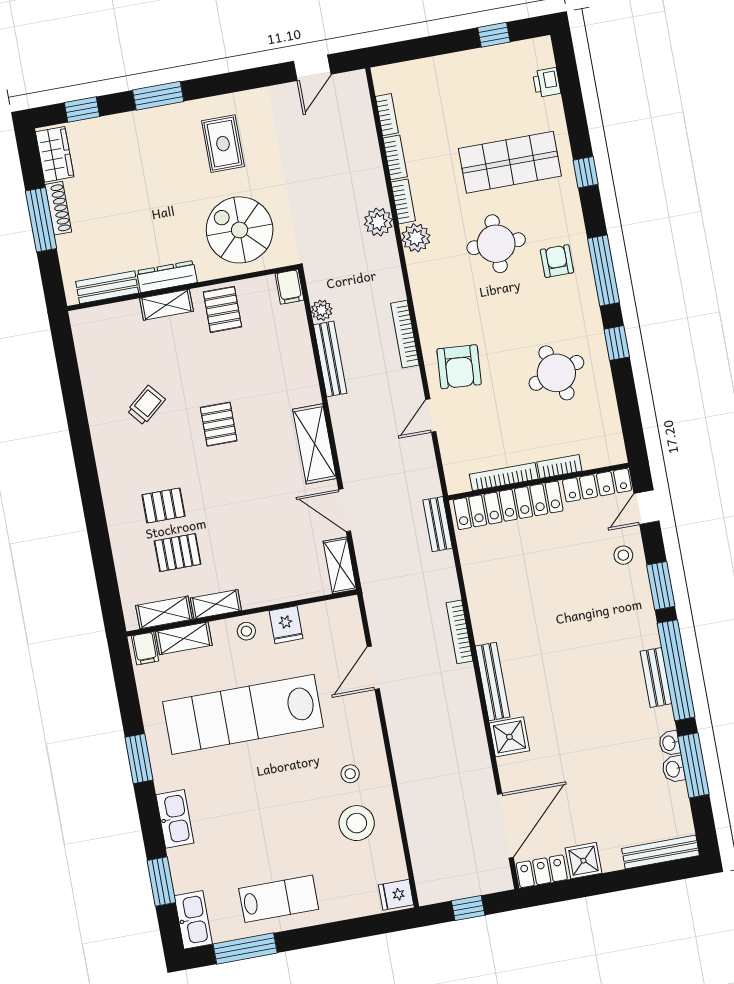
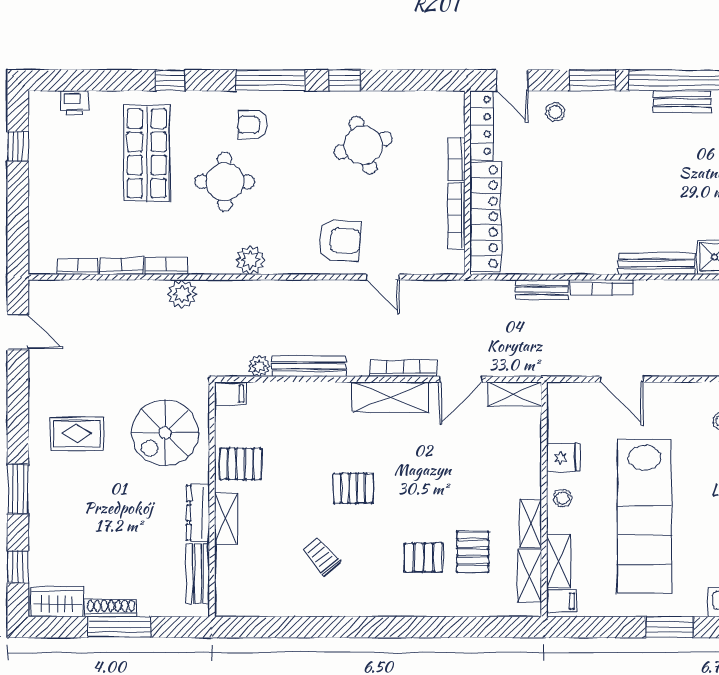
plant: (416, 238) -> (250, 260), moved
bookcase: (405, 334) -> (404, 368), moved, turned 180
pallet: (163, 505) -> (424, 557), turned 90
bench: (438, 524) -> (542, 290), moved

